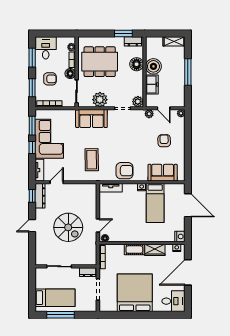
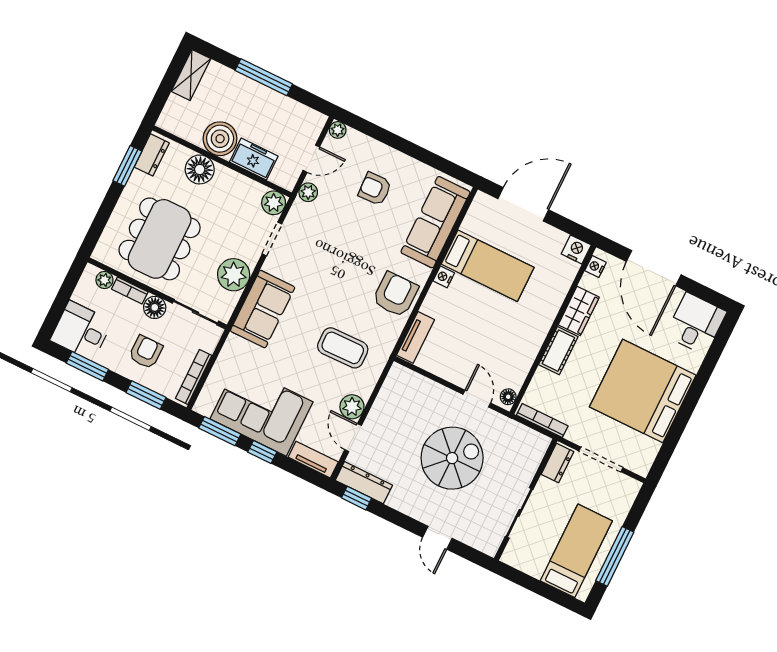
sofa: (163, 173) -> (436, 222), width x1.36
plant: (69, 175) -> (352, 407), added
door: (32, 226) -> (437, 538), moved

